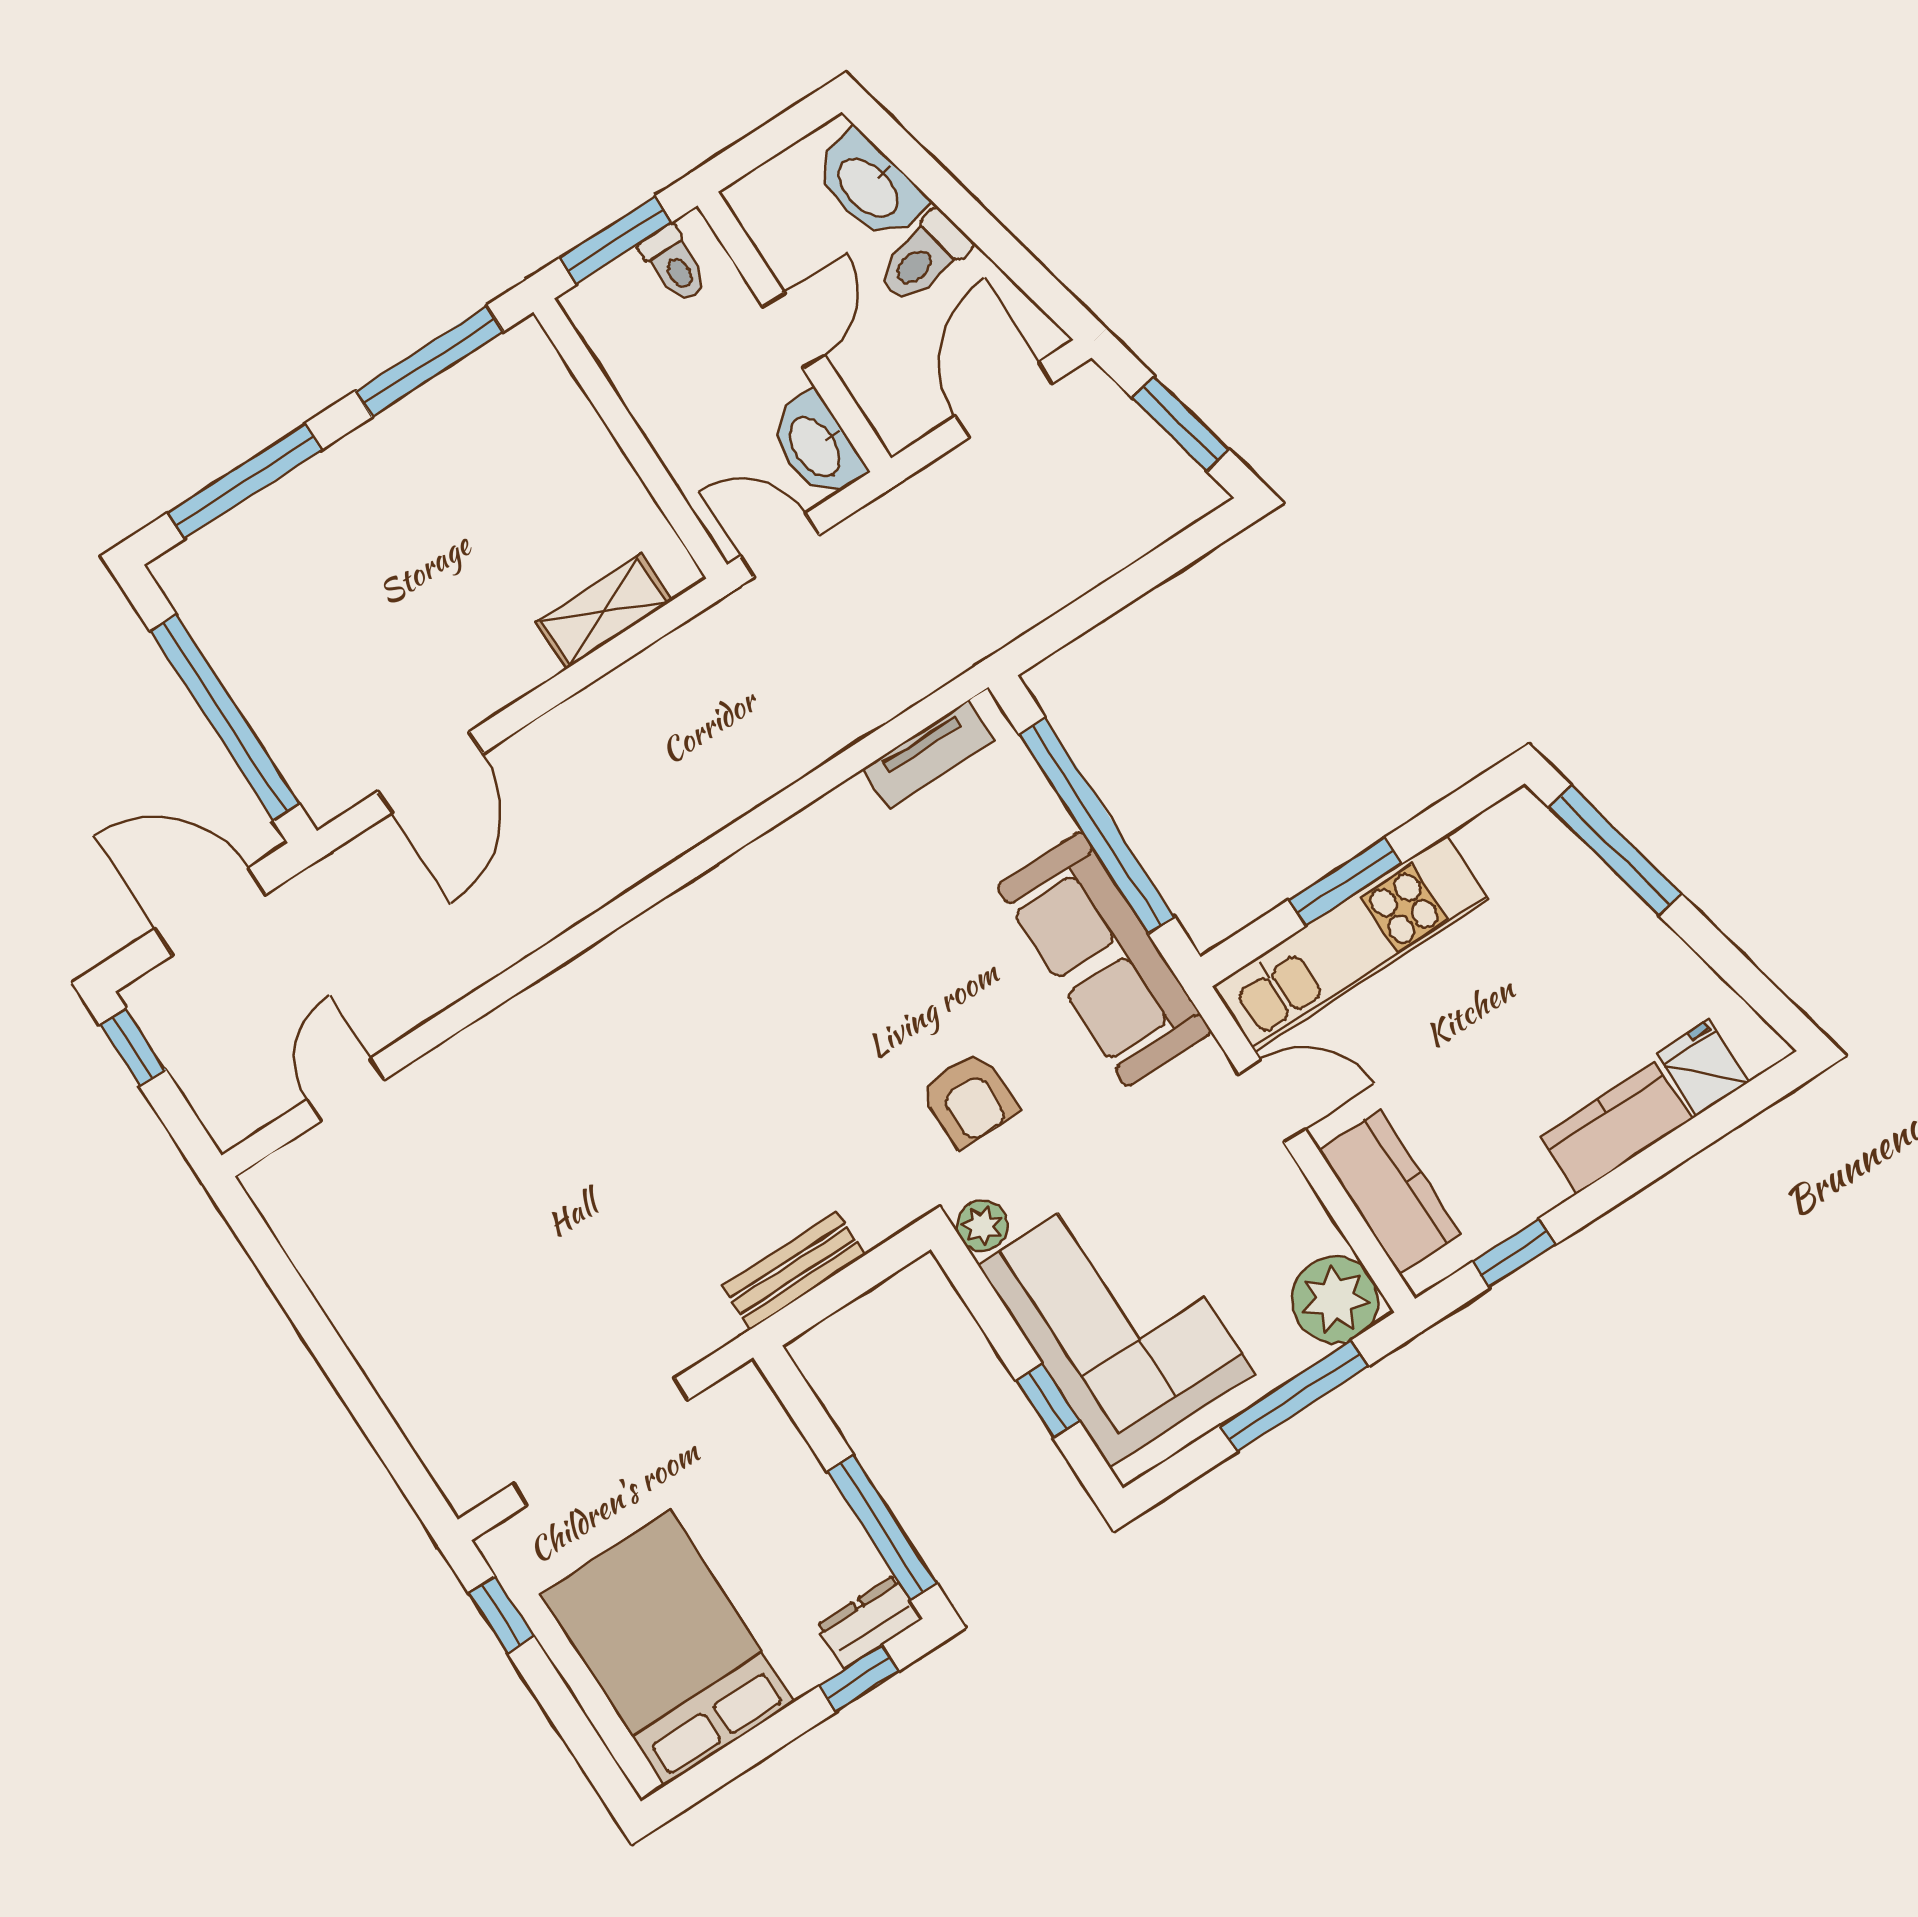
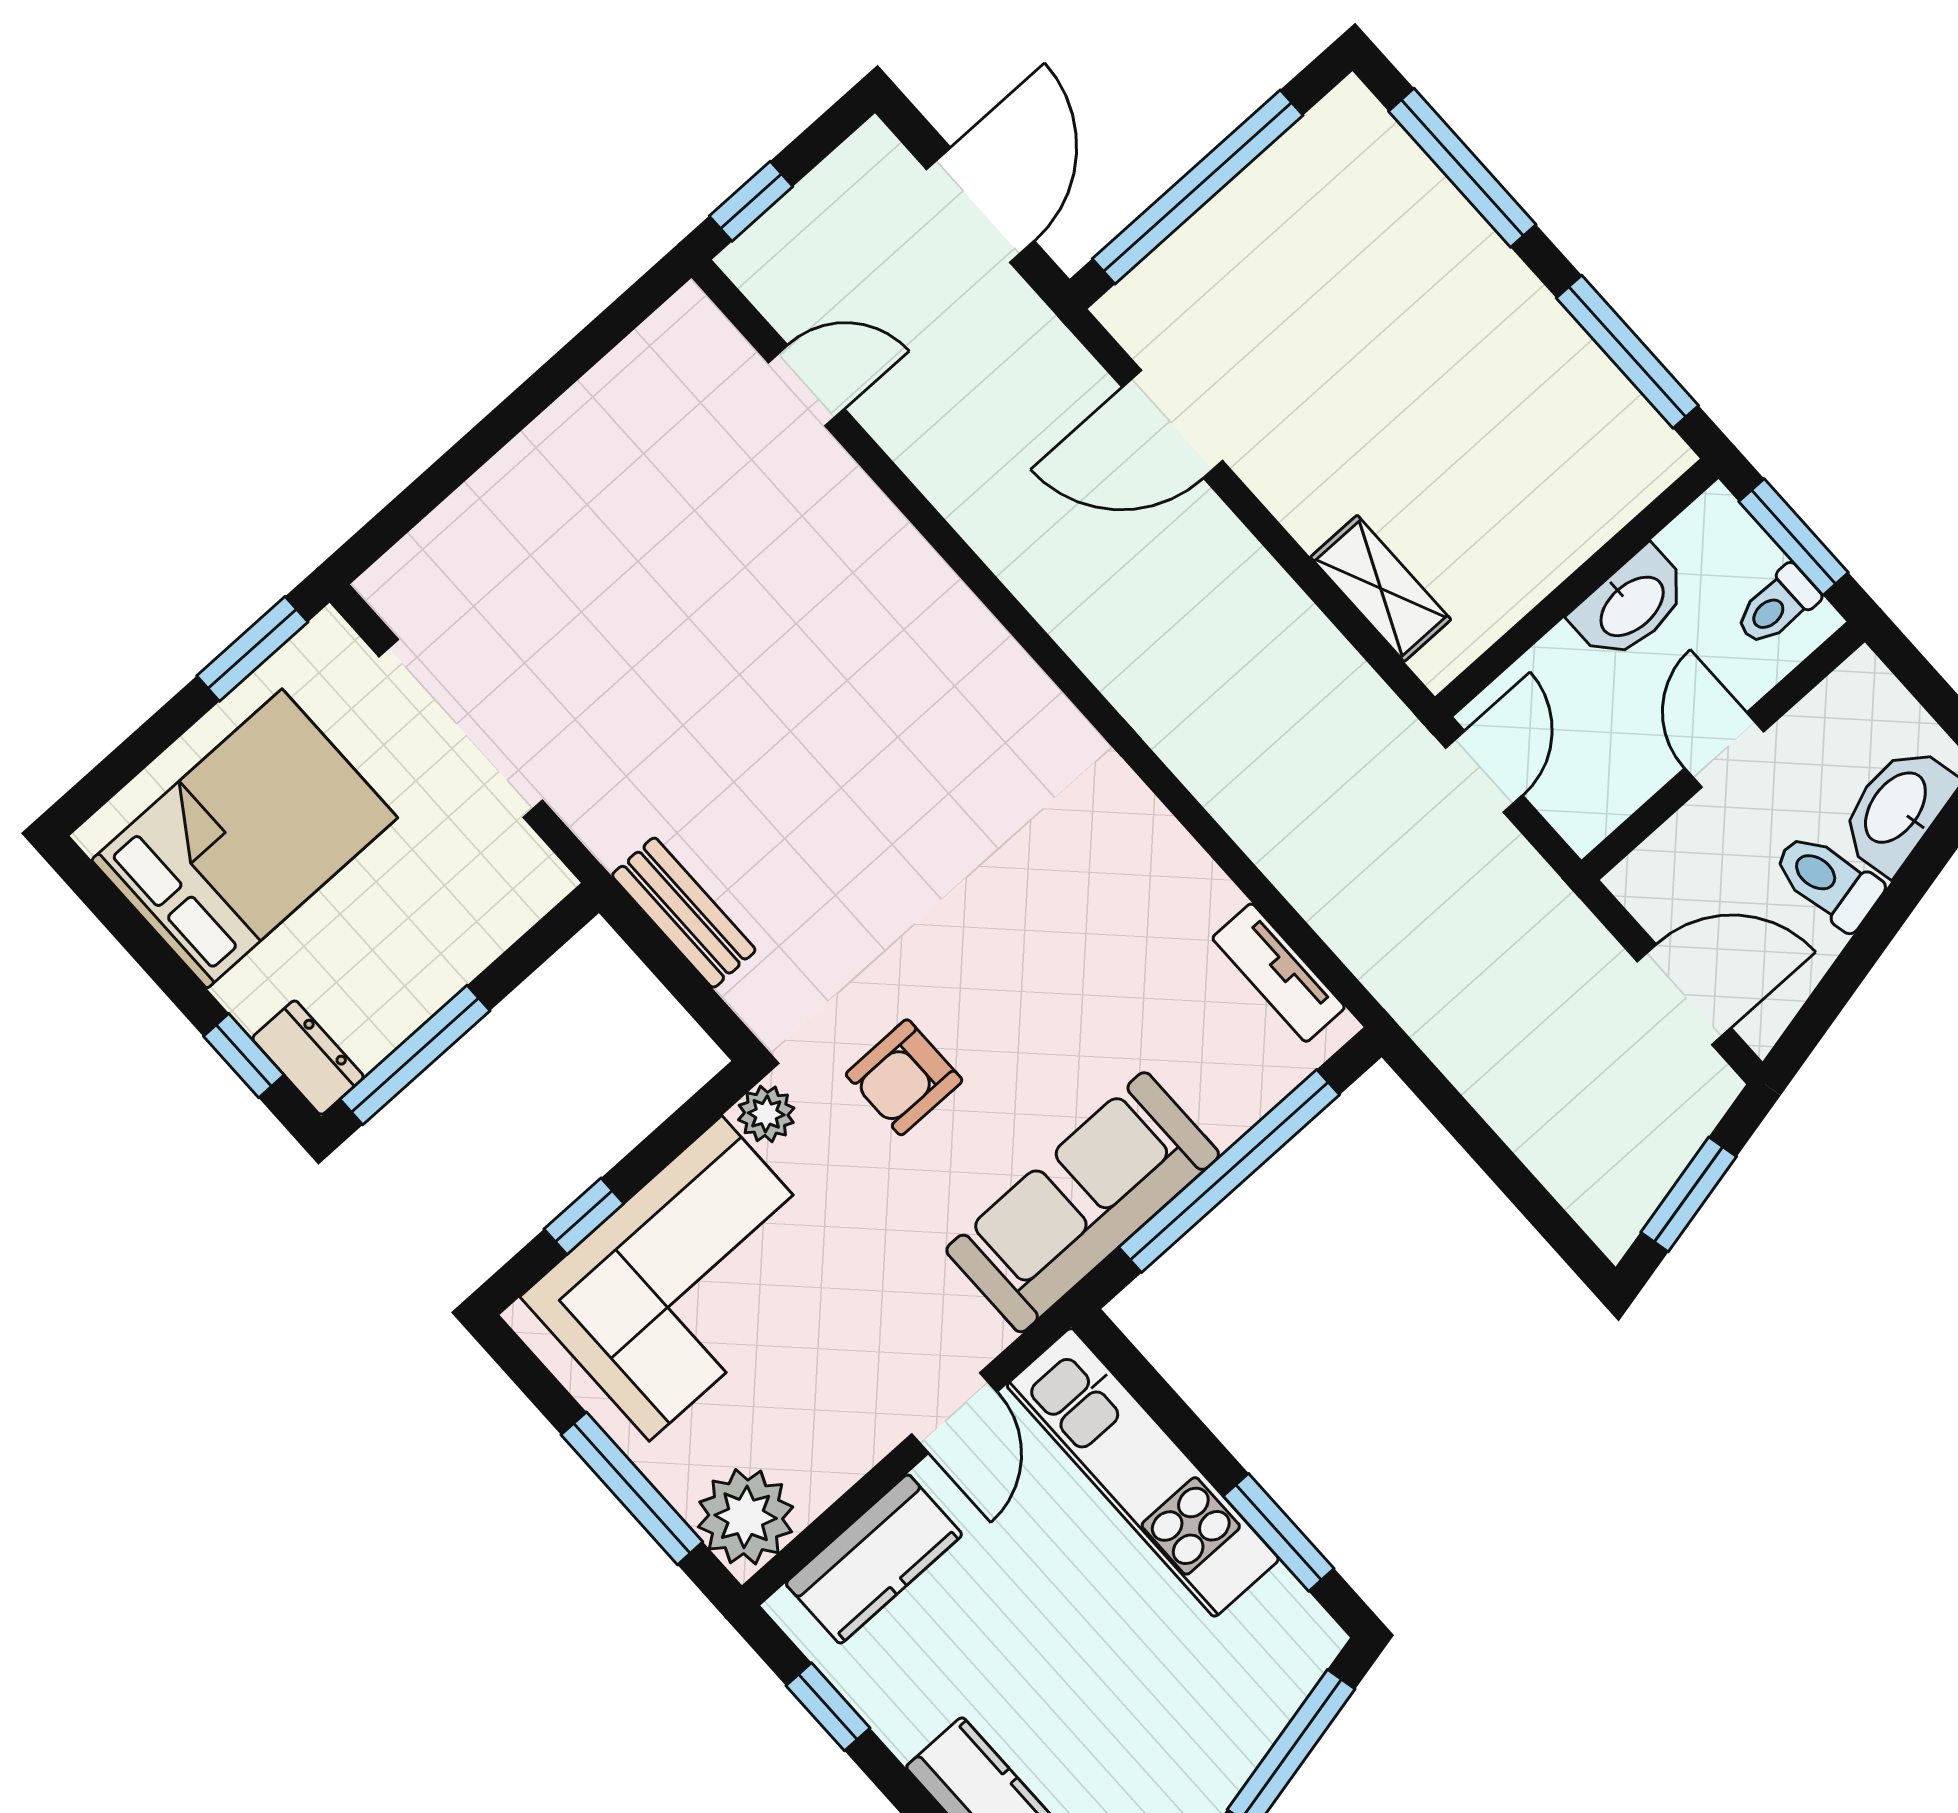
door: (794, 331) -> (1724, 750), swing flipped
washbasin: (816, 446) -> (1631, 605), moved, turned 180
window: (1345, 882) -> (1279, 1532), moved
window: (133, 1047) -> (751, 201), moved
window: (501, 1615) -> (252, 649), width x1.50

